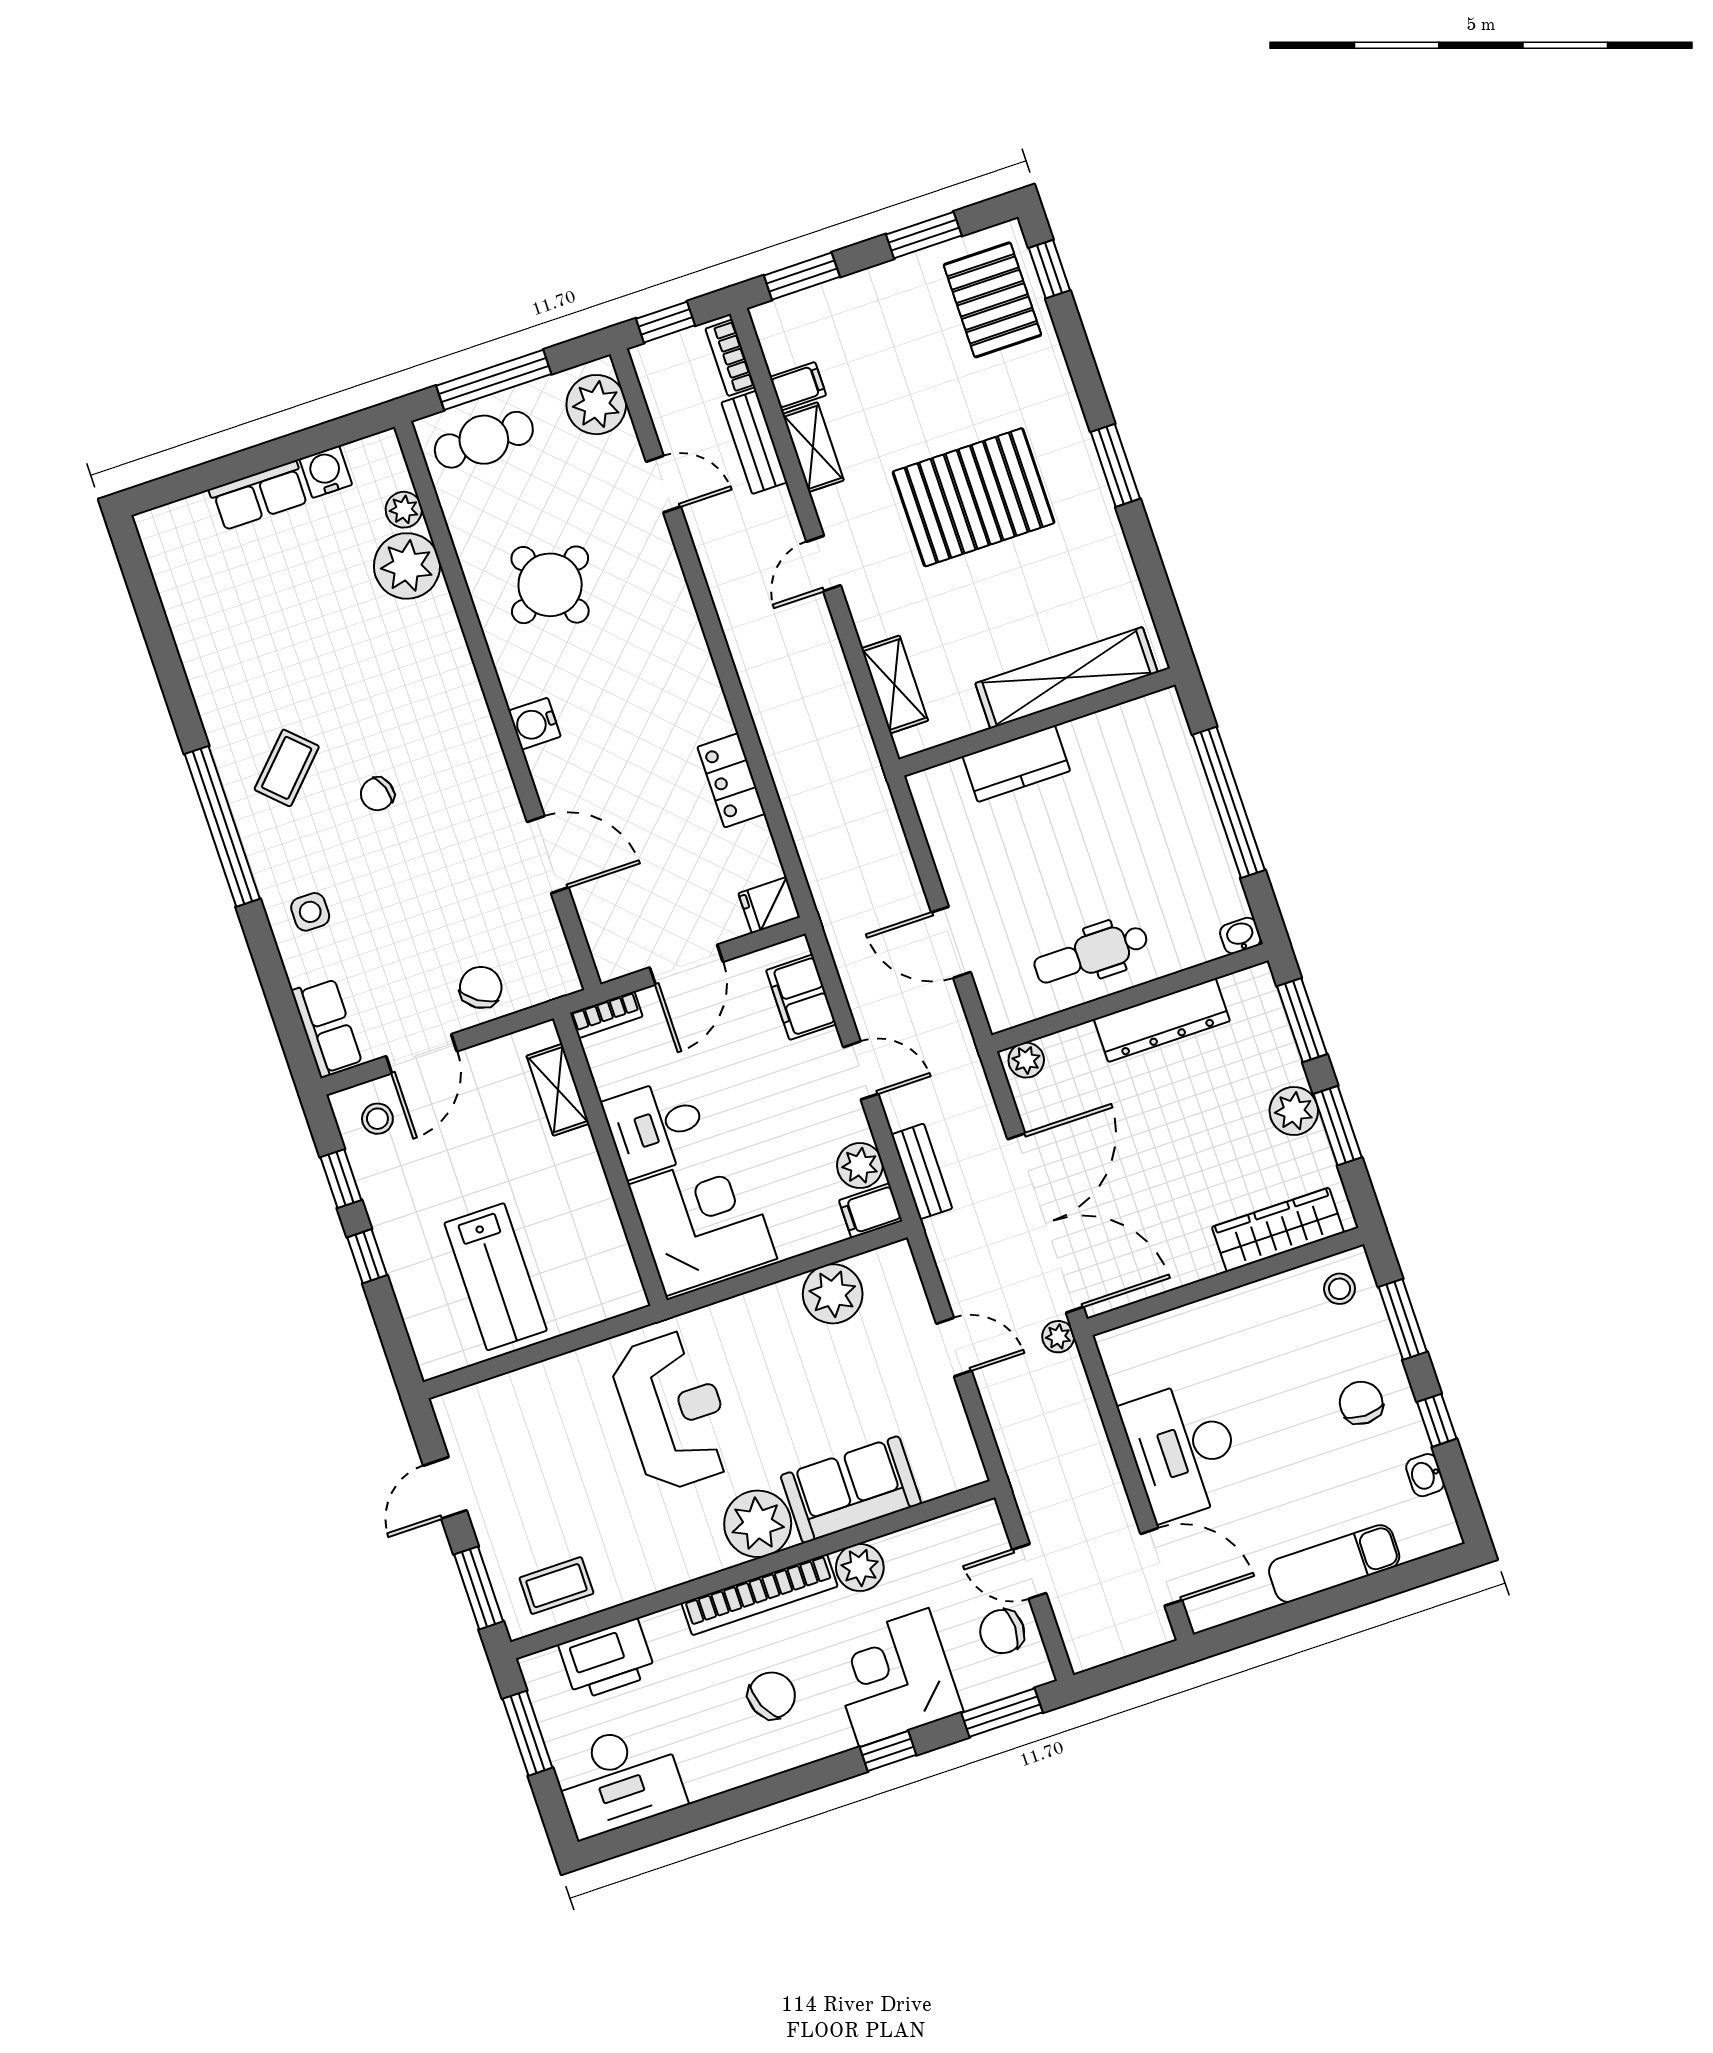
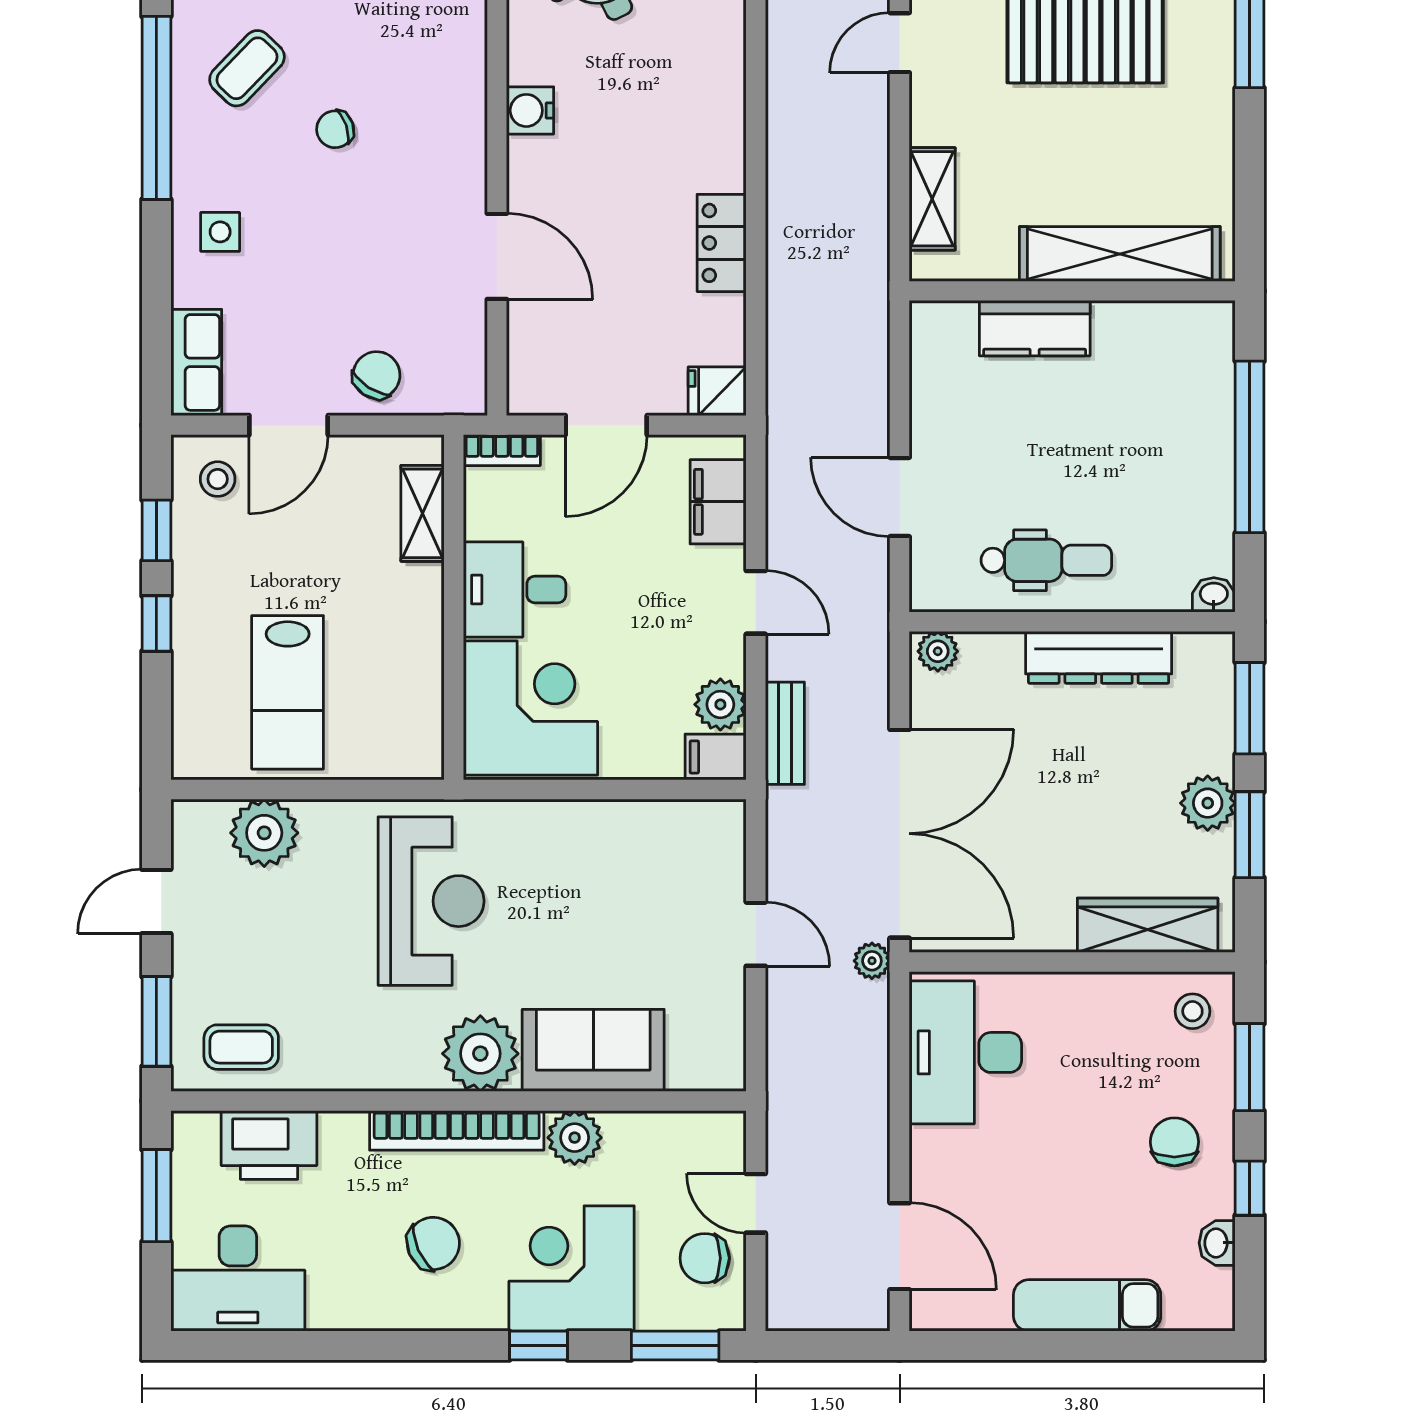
dental chair: (1091, 954) -> (1046, 560), turned 180
plant: (833, 1294) -> (264, 833), moved
desk: (1183, 1450) -> (965, 1052), moved

